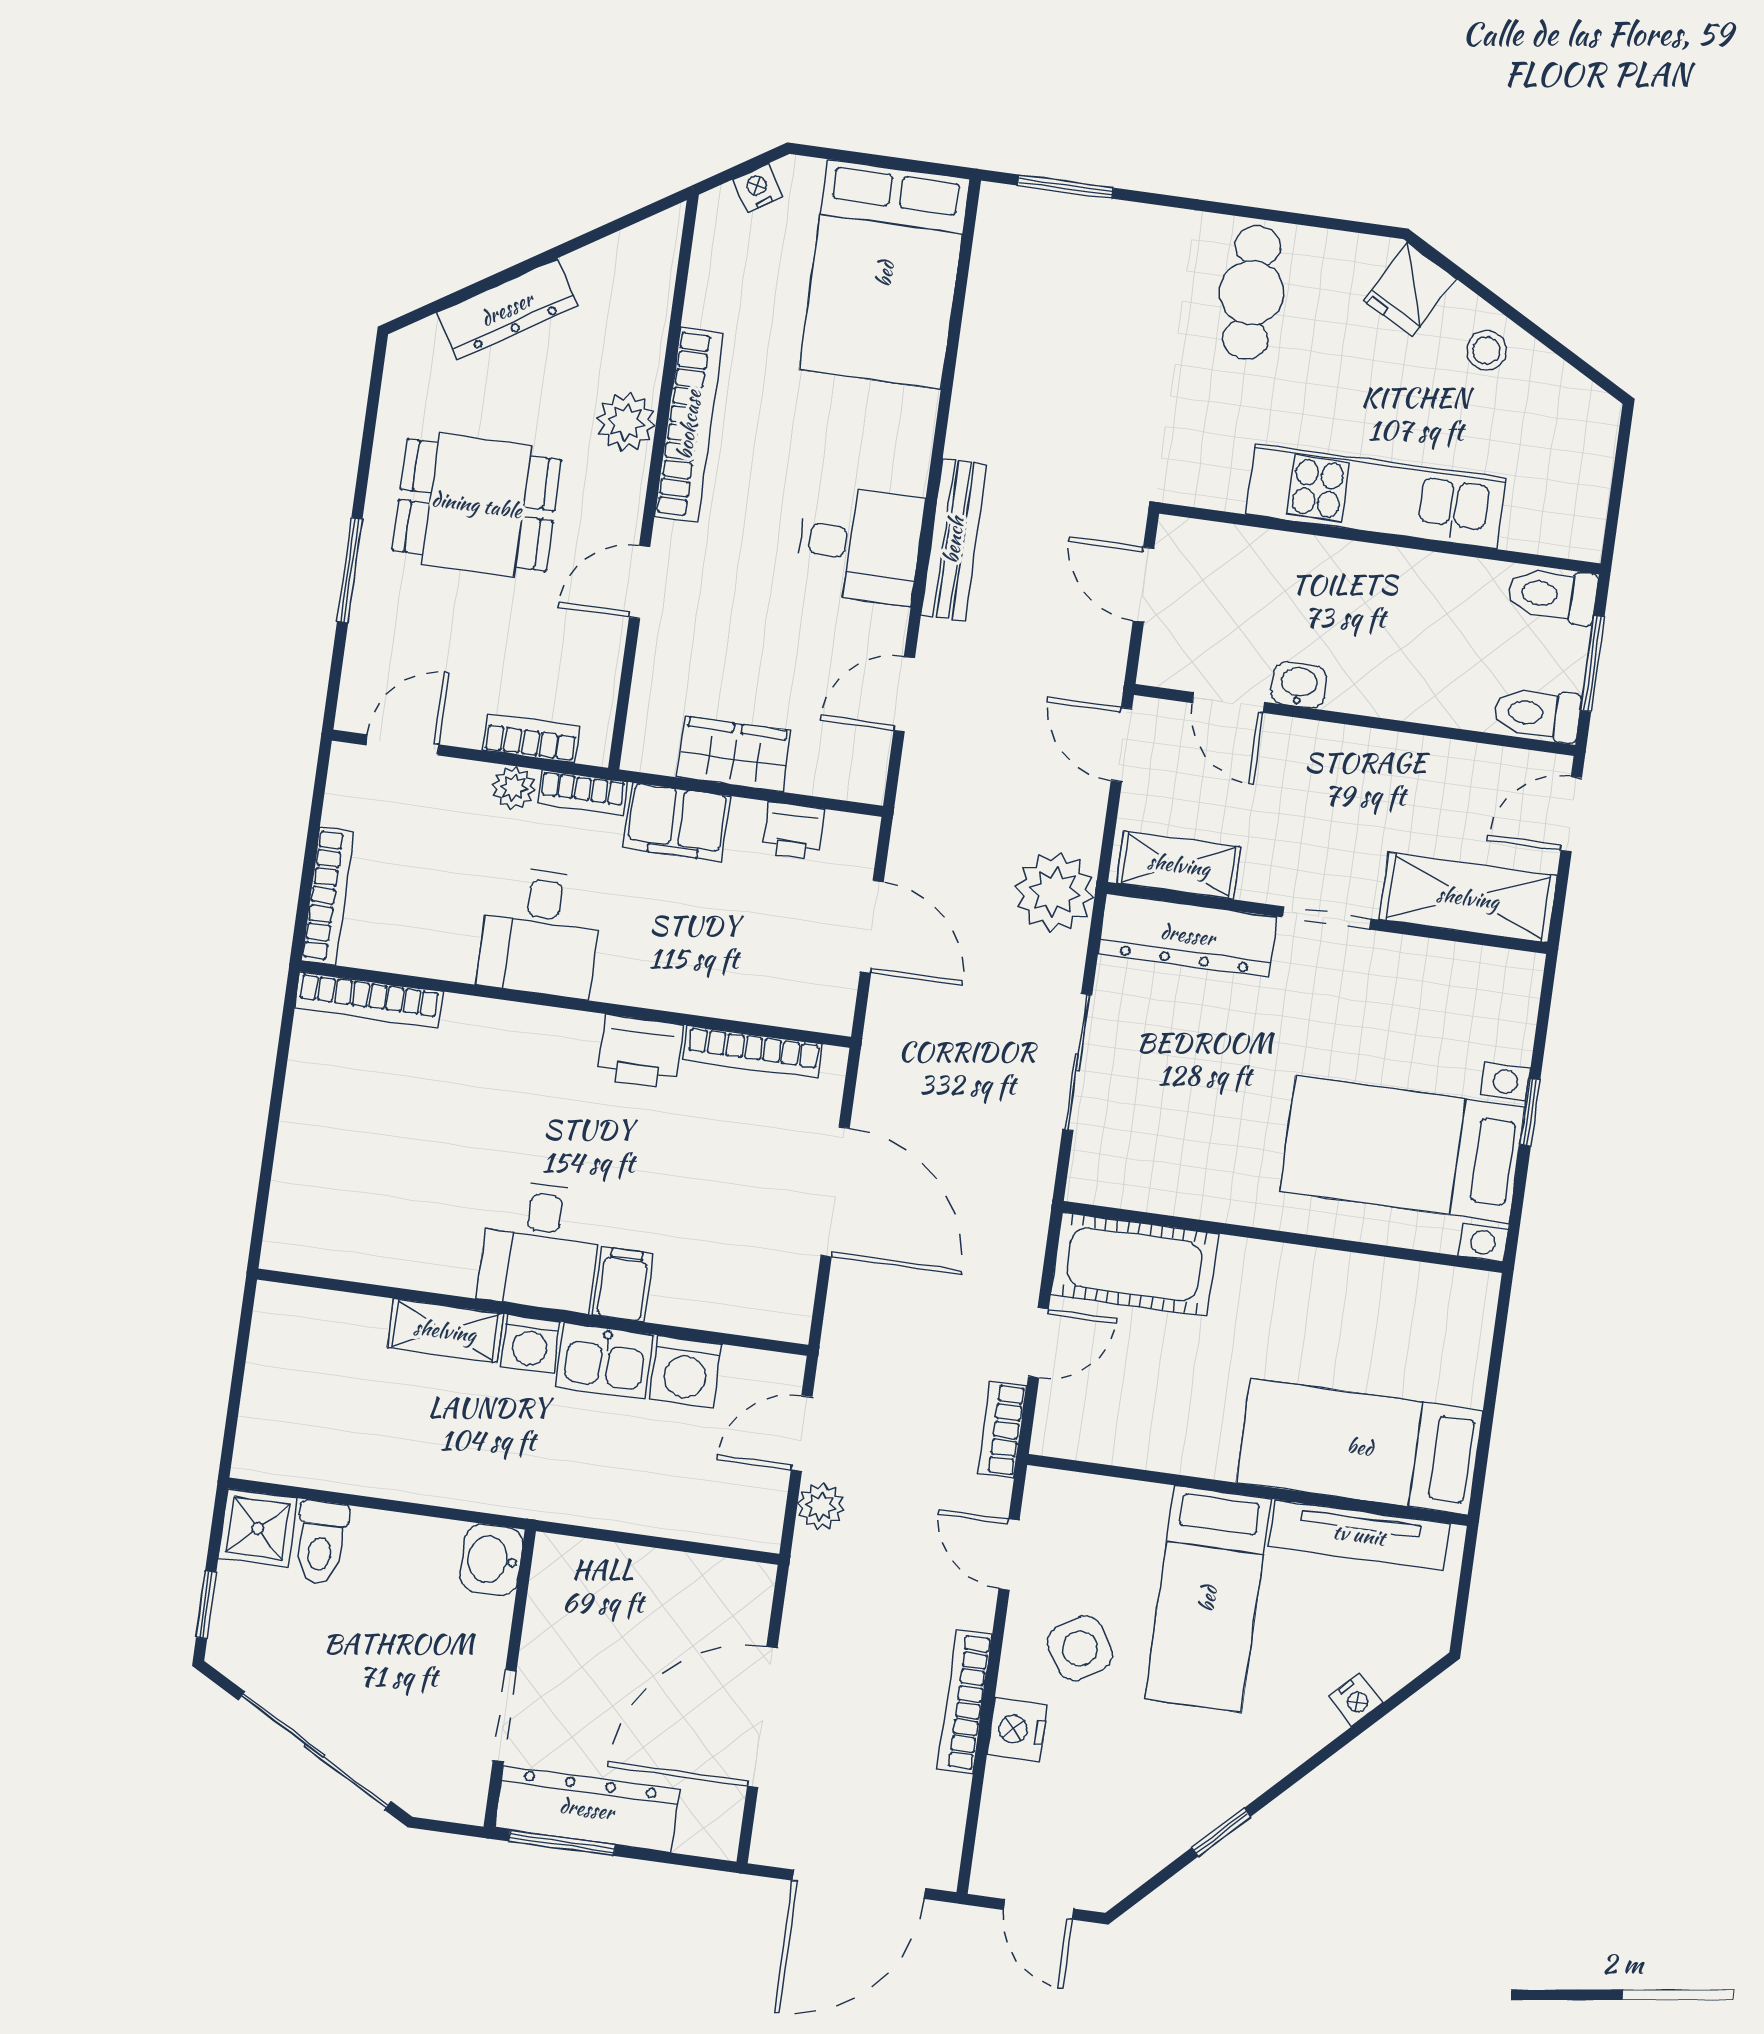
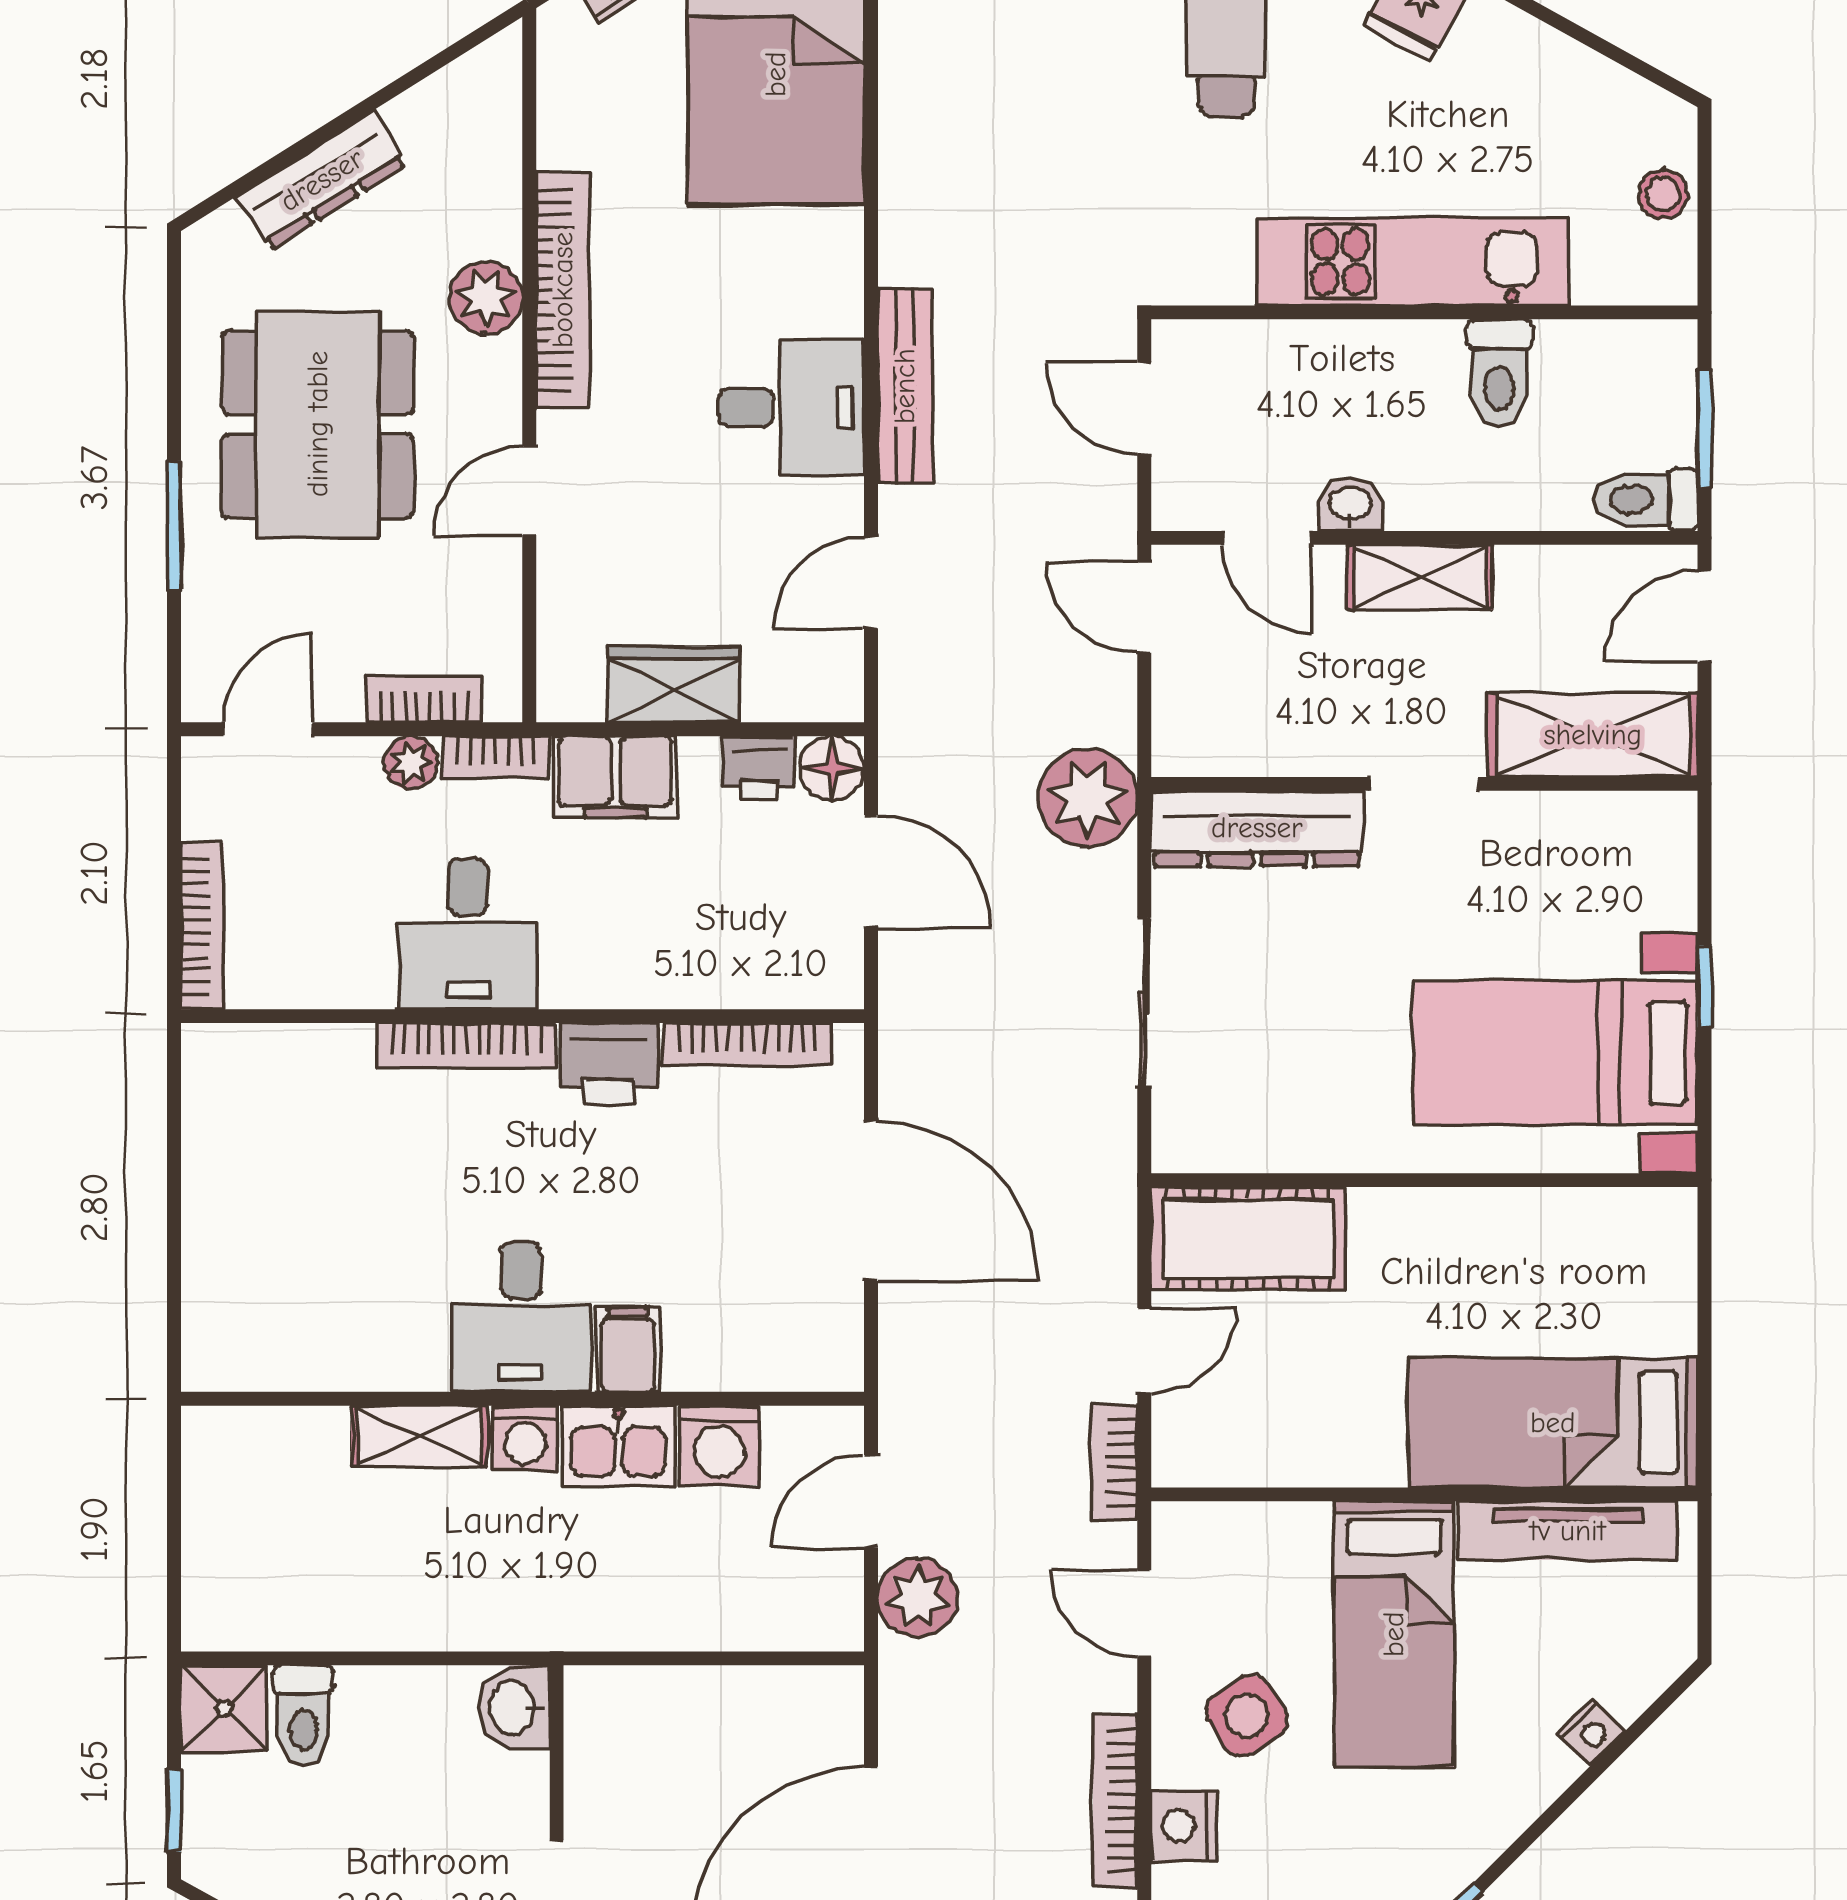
stool: (1486, 350) -> (1663, 194), moved
dining table: (477, 505) -> (318, 424), width x1.38
toilet: (1552, 595) -> (1499, 373), moved, turned -90
floor lamp: (852, 839) -> (832, 768), added
shelving: (1179, 865) -> (1420, 577), moved
bookcase: (369, 1000) -> (466, 1046), moved
plant: (821, 1506) -> (918, 1598), width x1.38, depth x1.38

